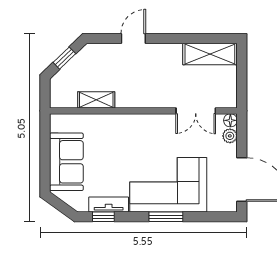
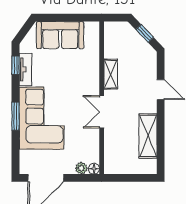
shelving: (210, 54) -> (148, 136), moved
shelving: (96, 100) -> (111, 74), moved
double door: (196, 111) -> (102, 112), moved

